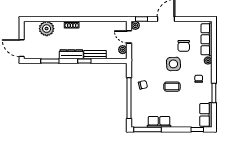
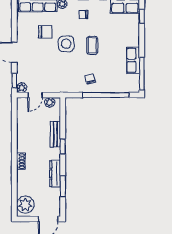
plant: (47, 29) -> (25, 205), moved
dresser: (71, 54) -> (55, 174), moved

